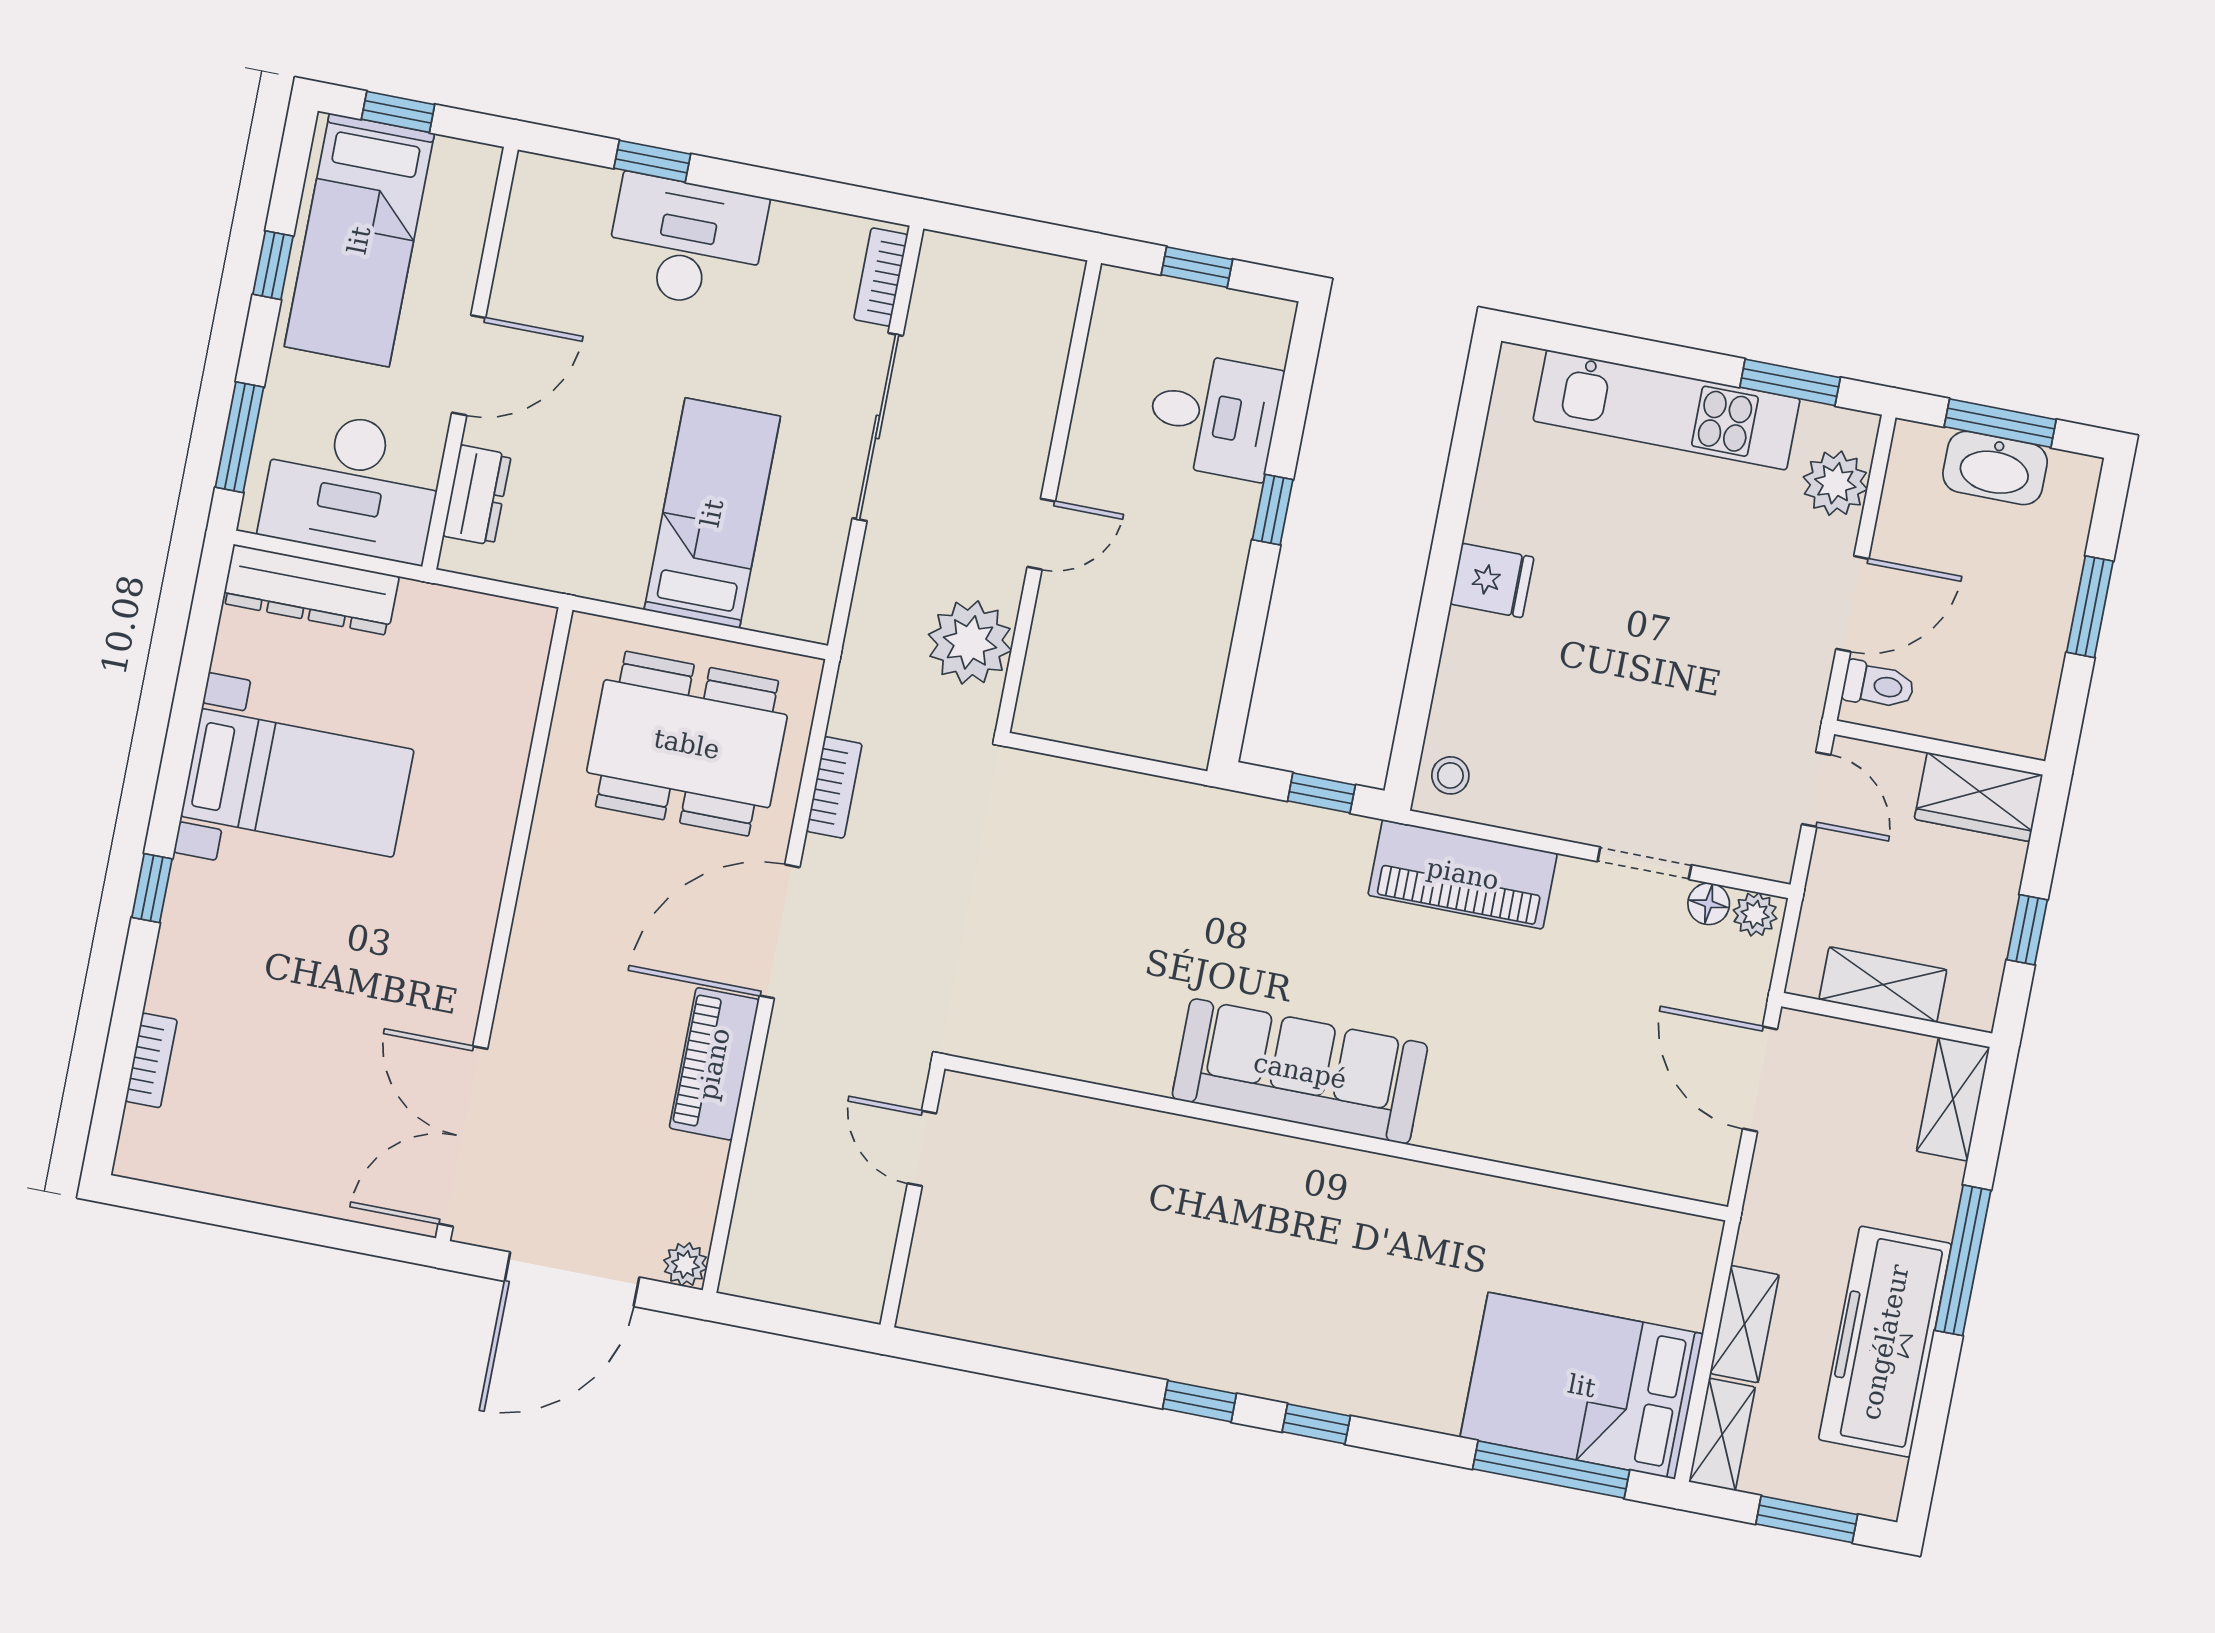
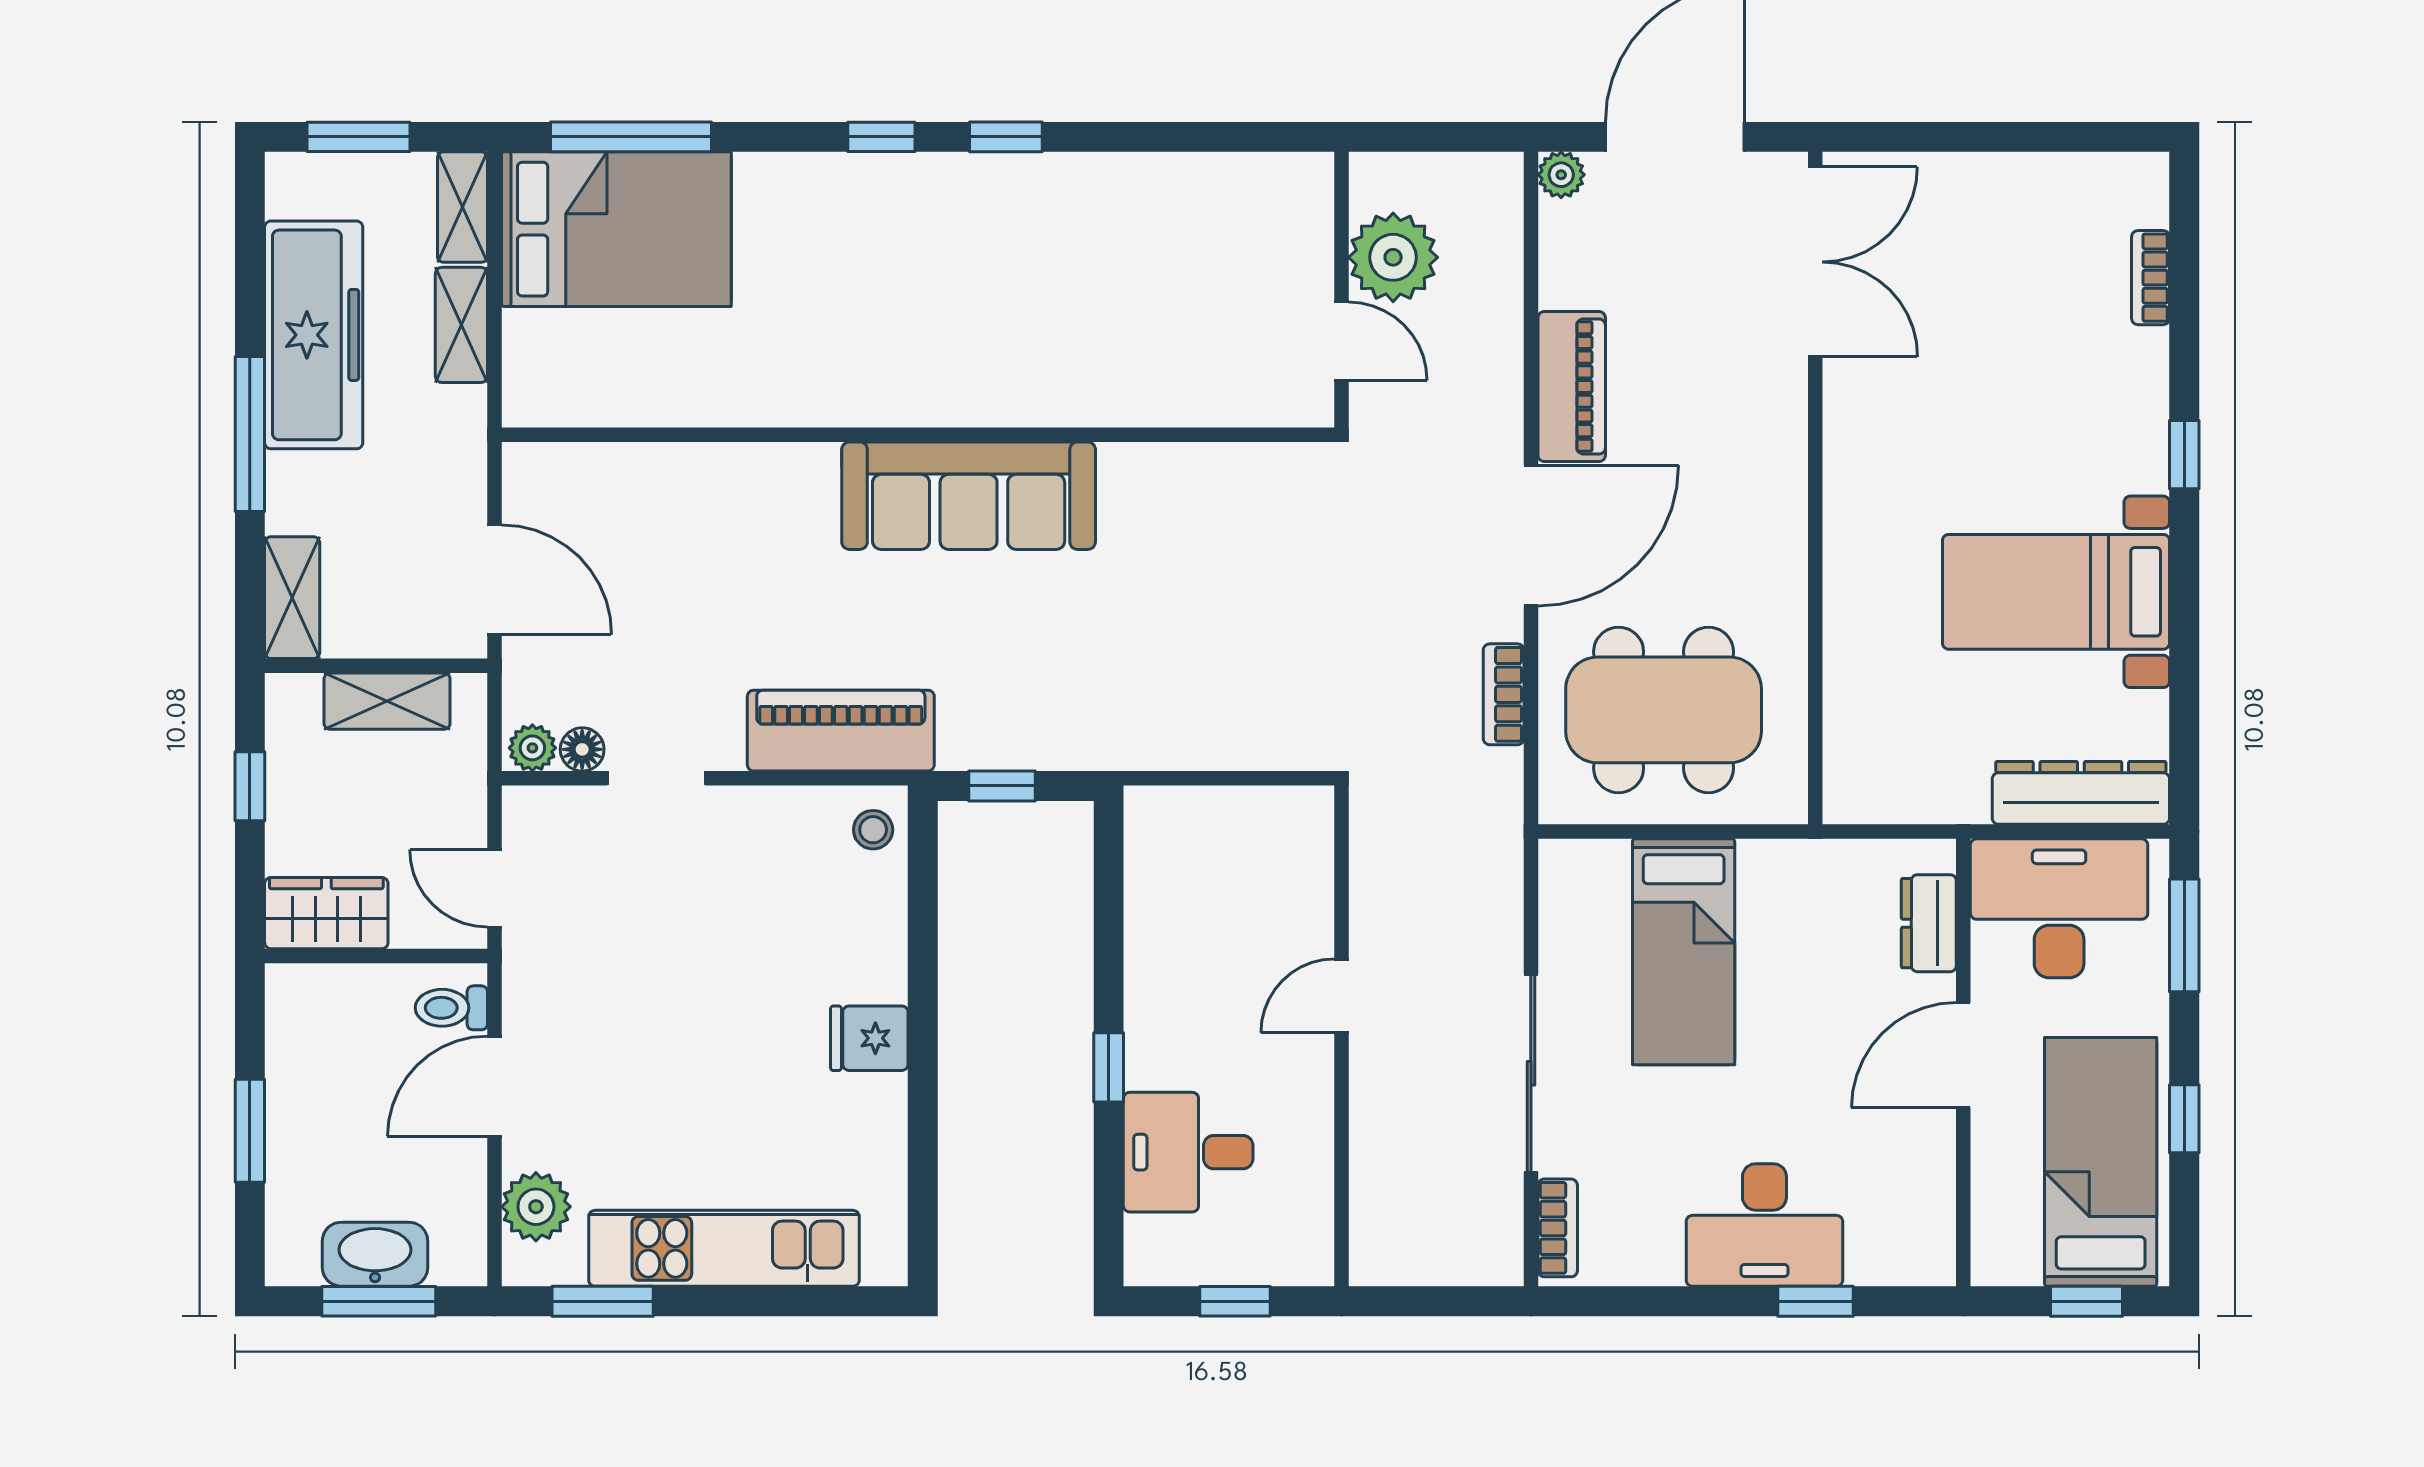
plant: (970, 642) -> (1393, 257), moved

